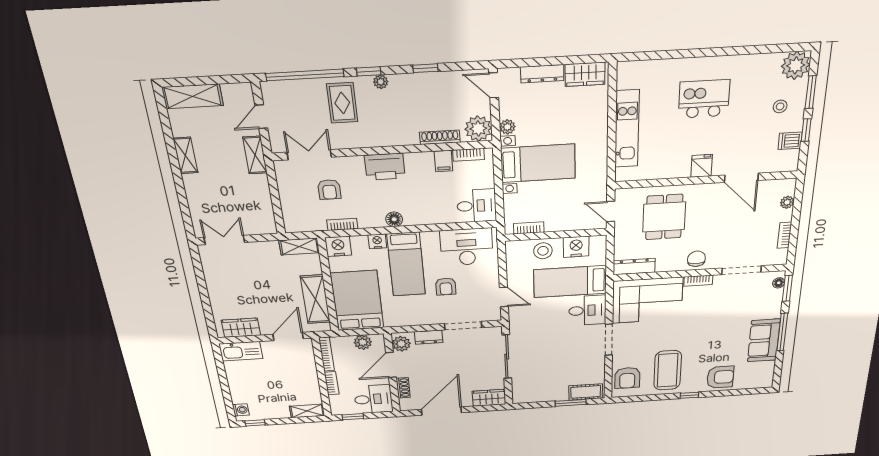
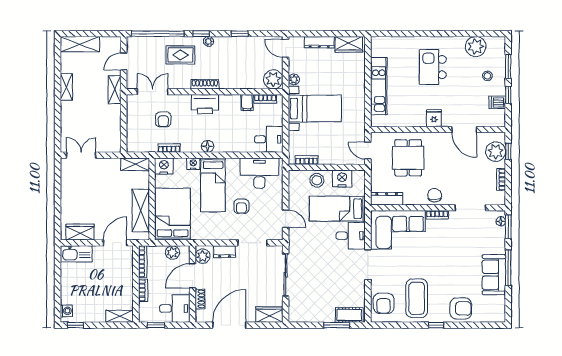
plant: (796, 65) -> (476, 47), moved
kitchen island: (704, 99) -> (433, 67), turned -90
rug: (342, 103) -> (180, 55), turned 90
shoe rack: (440, 137) -> (205, 84), moved
window: (798, 201) -> (508, 151), added
plant: (787, 202) -> (496, 152), width x1.88, depth x1.88

